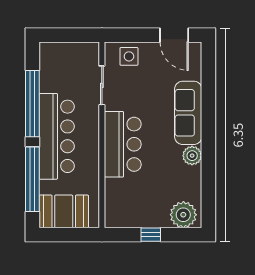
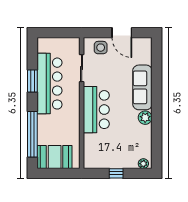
door: (174, 35) -> (122, 33), moved
window: (32, 104) -> (32, 81), width x0.47
bar counter: (57, 136) -> (50, 84), moved
plant: (183, 215) -> (143, 164), width x0.53, depth x0.53

